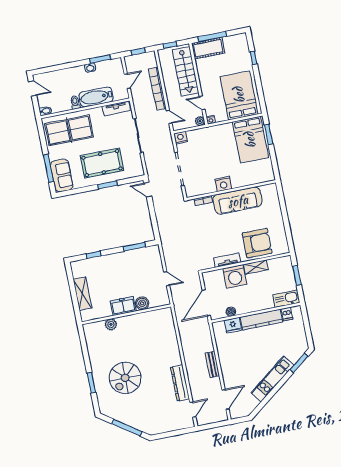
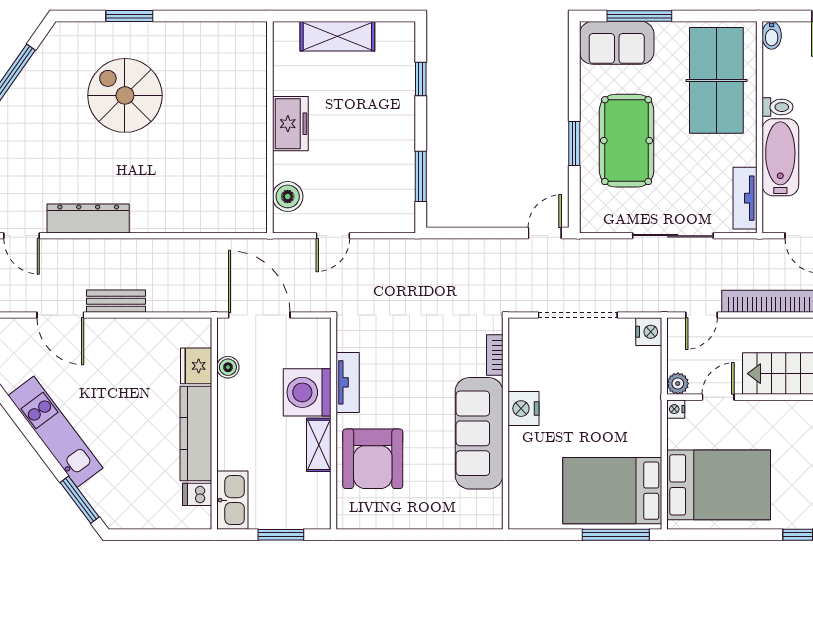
window: (269, 134) -> (616, 535), width x1.44
boiler: (142, 303) -> (288, 196), moved
plant: (111, 324) -> (254, 87), removed
door: (226, 399) -> (60, 315), moved

